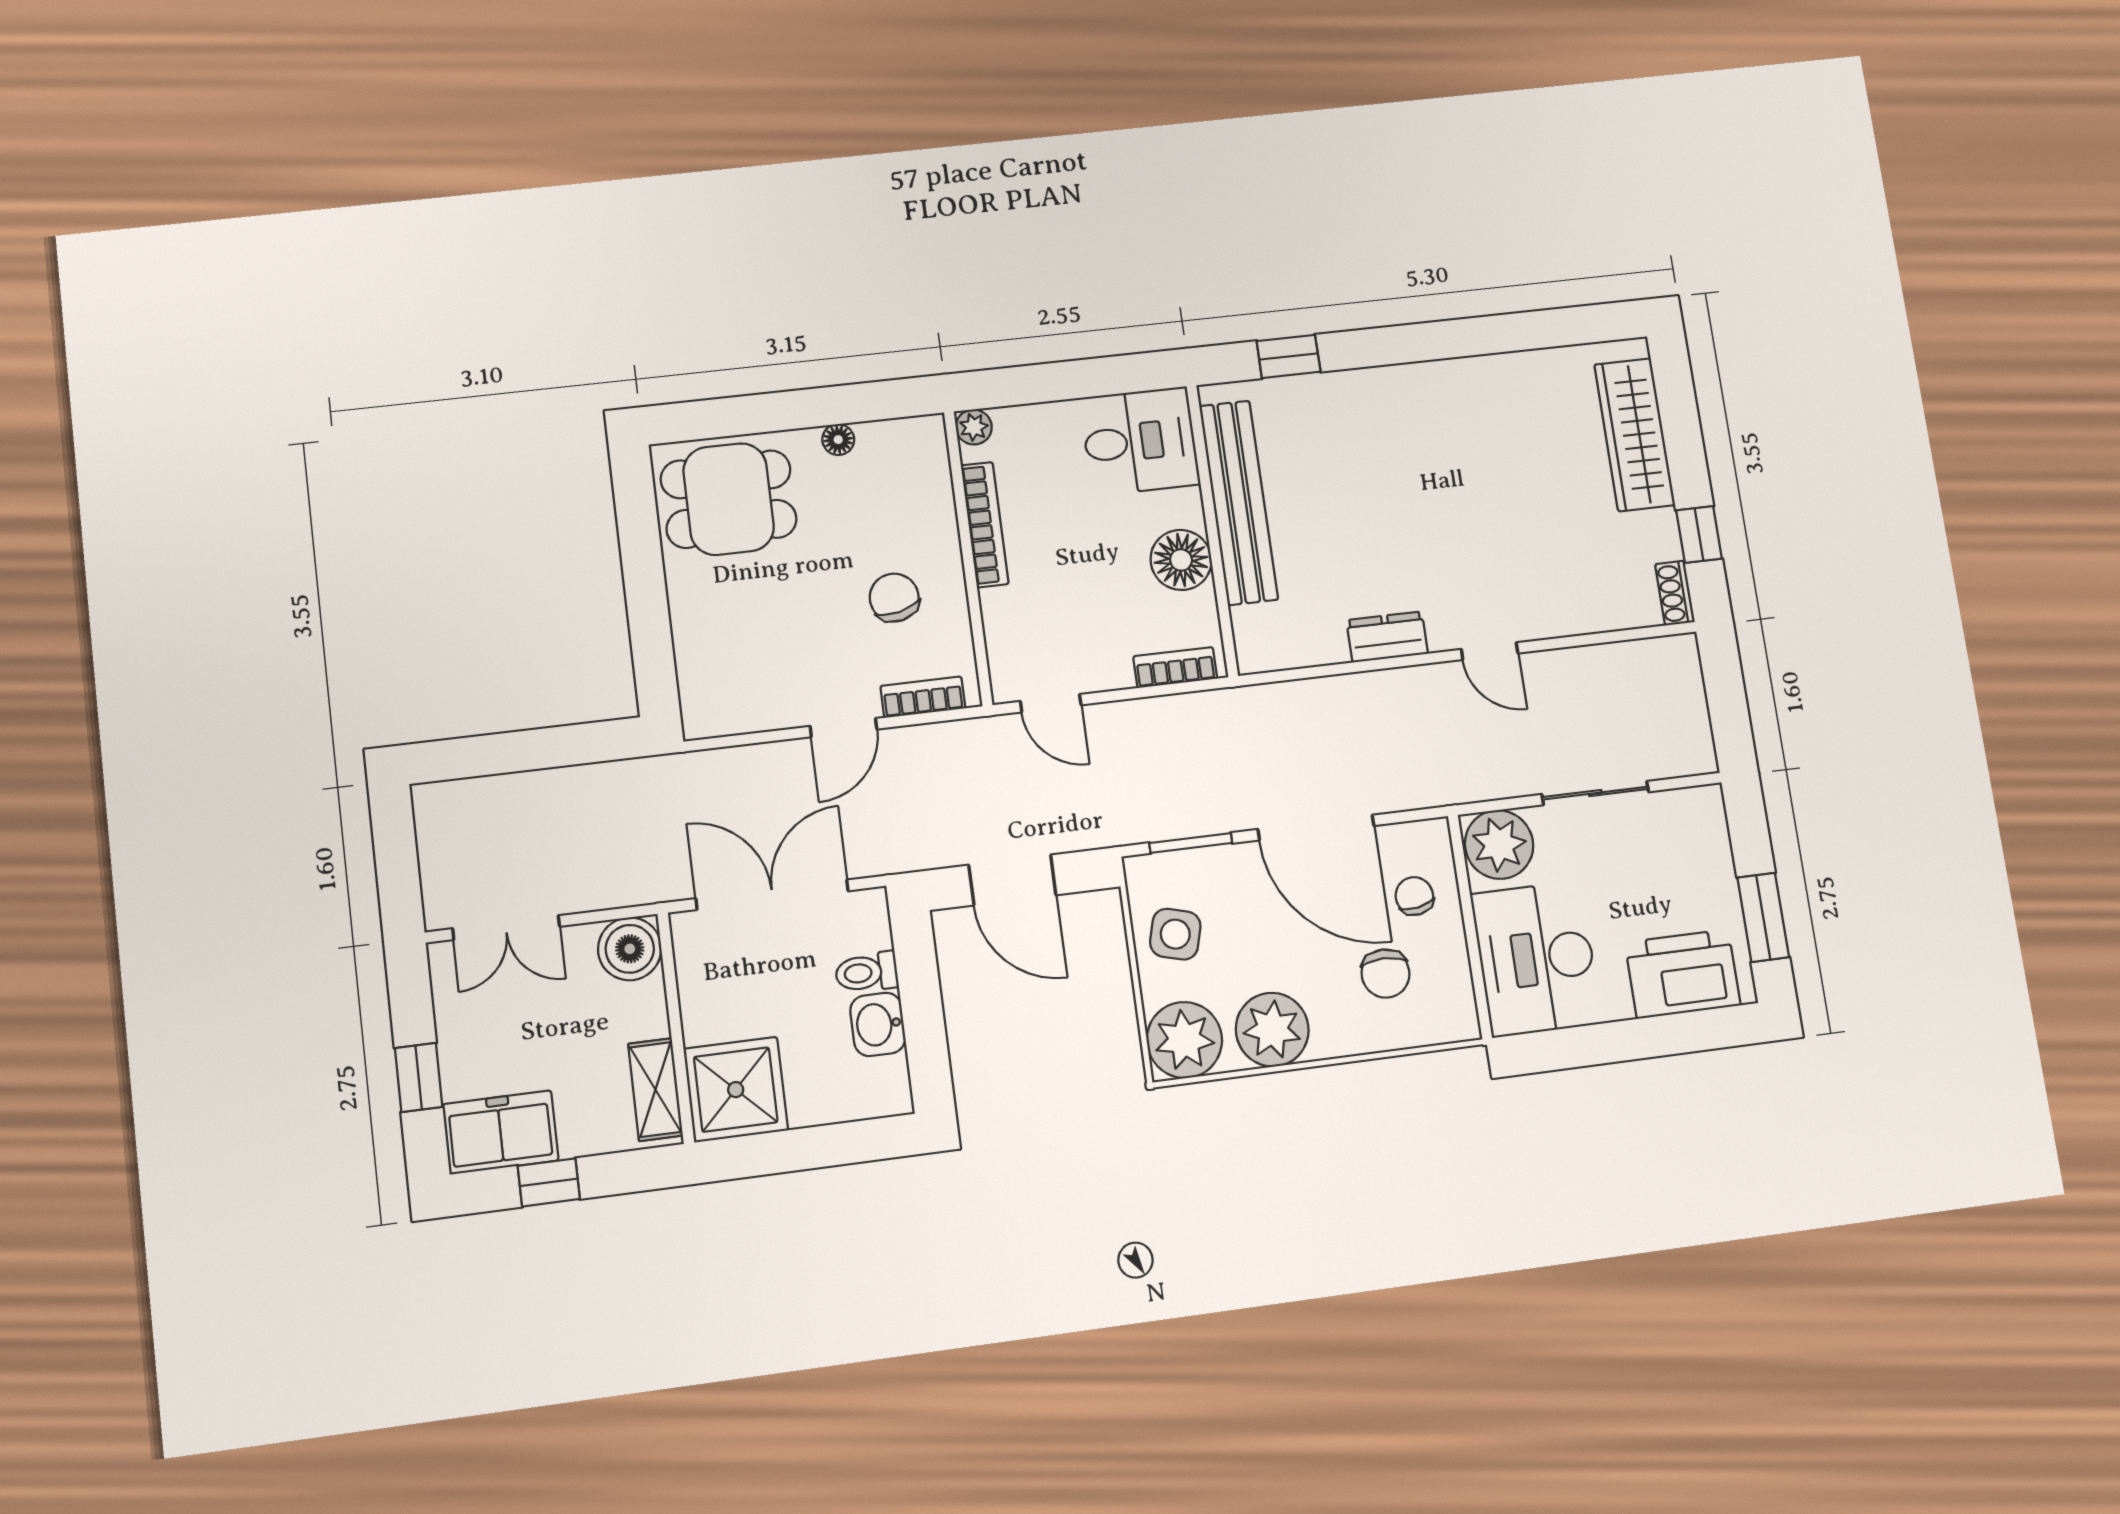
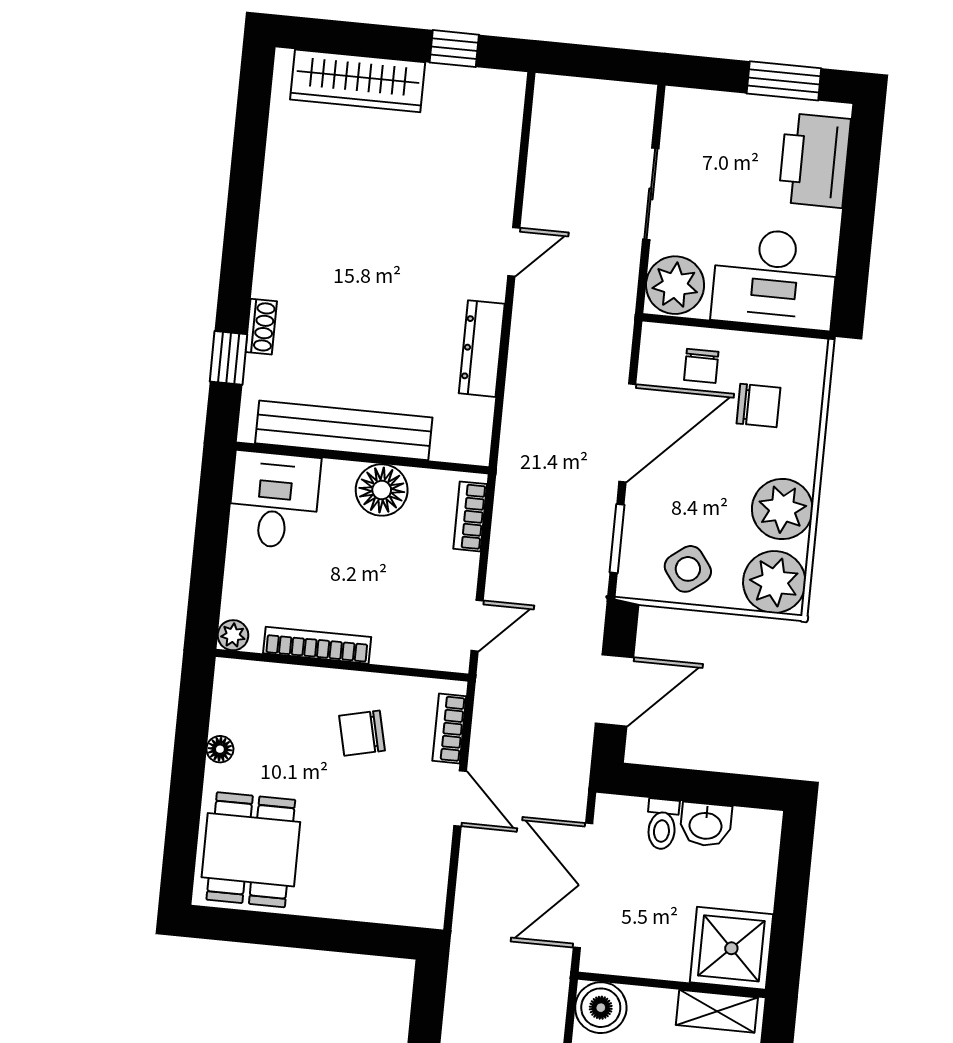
shoe rack: (1675, 593) -> (261, 327), moved, turned -90
dresser: (1387, 637) -> (482, 349), width x1.44
chair: (1414, 896) -> (701, 366), turned -80
side table: (1175, 934) -> (688, 569), turned 38

